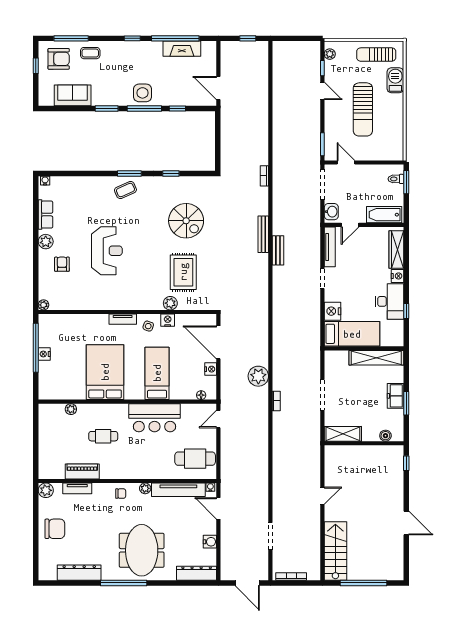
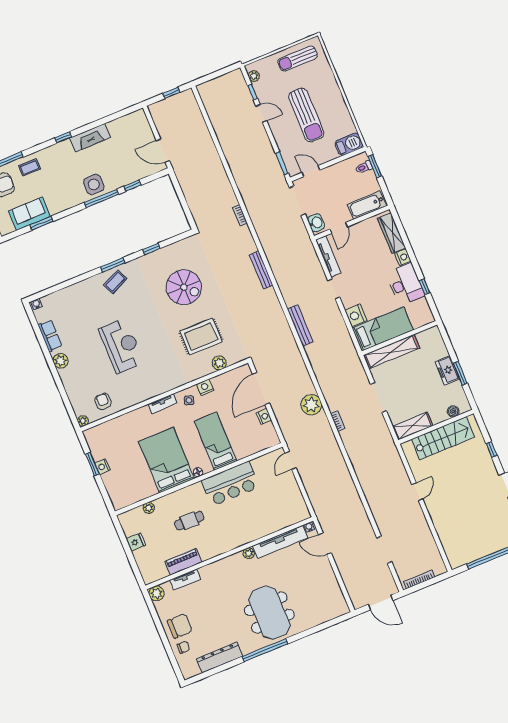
window: (175, 38) -> (103, 121), removed
fireplace: (182, 49) -> (90, 138), moved
barbecue: (395, 80) -> (349, 144), moved, turned 90
window: (107, 109) -> (41, 223), moved
bench: (278, 250) -> (300, 325), moved, width x1.36
armchair: (62, 264) -> (103, 401), moved
rug: (183, 272) -> (201, 337), turned 90
plant: (170, 303) -> (219, 363), moved
door: (218, 342) -> (261, 388), hinge flipped
window: (36, 348) -> (92, 464), width x0.47
shelving: (376, 358) -> (391, 352), moved
floor lamp: (201, 395) -> (198, 472), moved
fridge: (46, 436) -> (136, 542), added
cafe table: (195, 459) -> (284, 506), removed
window: (406, 463) -> (492, 449), moved
chair: (121, 494) -> (183, 647), moved
water cooler: (210, 542) -> (330, 578), removed
stairs: (335, 551) -> (443, 438), moved, turned 90
dresser: (197, 573) -> (330, 613), removed

